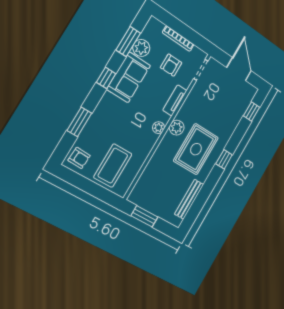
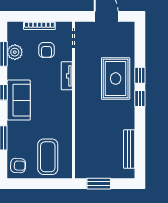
sofa: (129, 77) -> (19, 100), moved
window: (252, 111) -> (140, 75), moved
plant: (158, 128) -> (67, 106), removed
plant: (177, 128) -> (82, 97), removed
rug: (196, 149) -> (116, 79), moved

